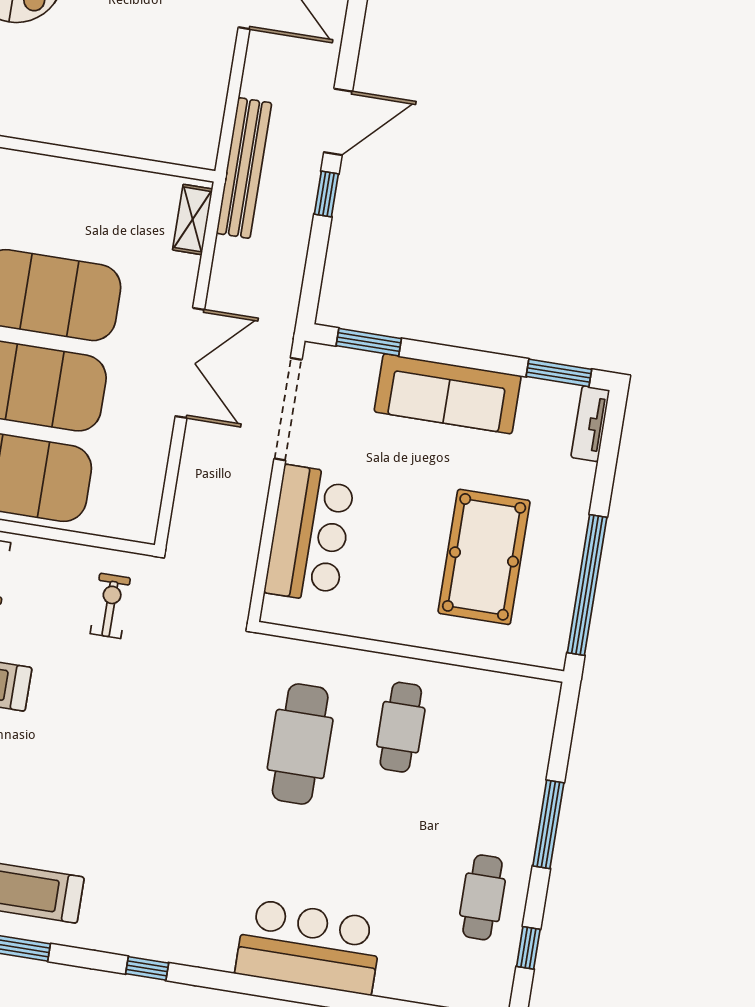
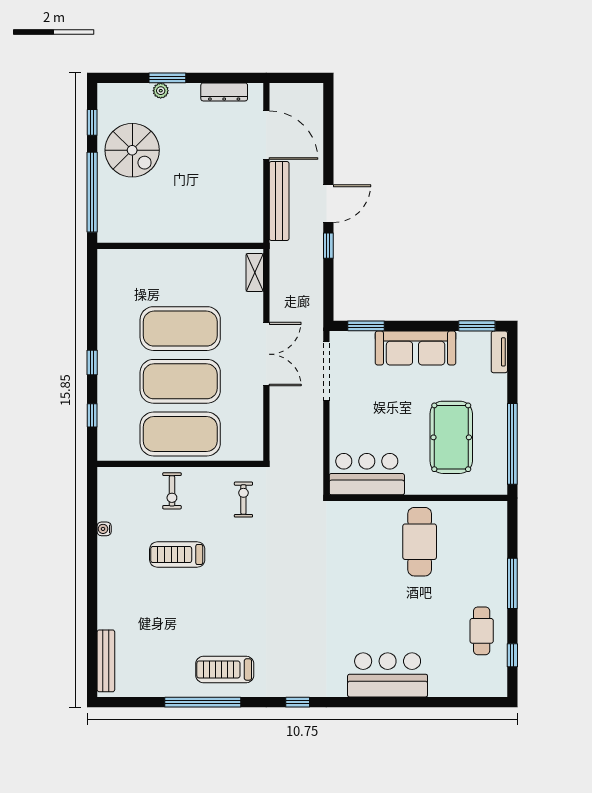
bench: (244, 168) -> (279, 201), moved
bar counter: (310, 534) -> (367, 474), moved, turned -90
cafe table: (401, 727) -> (420, 542), width x1.37, depth x1.35
cafe table: (300, 744) -> (364, 560), removed

